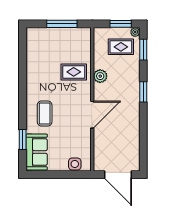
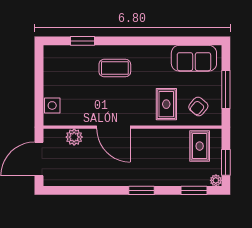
armchair: (76, 46) -> (198, 107), added
rug: (121, 47) -> (200, 146), moved
plant: (100, 76) -> (74, 137), moved
sofa: (37, 152) -> (194, 58), moved

